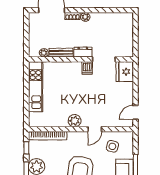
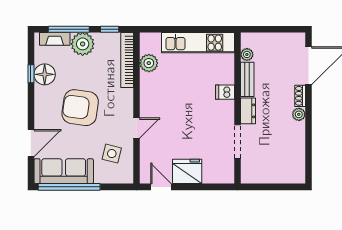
dishwasher: (87, 68) -> (225, 92), moved
fridge: (125, 72) -> (187, 171), moved
plant: (75, 121) -> (149, 63), moved
door: (95, 129) -> (137, 128), swing flipped

